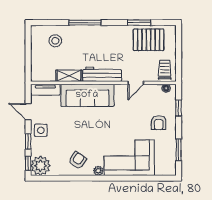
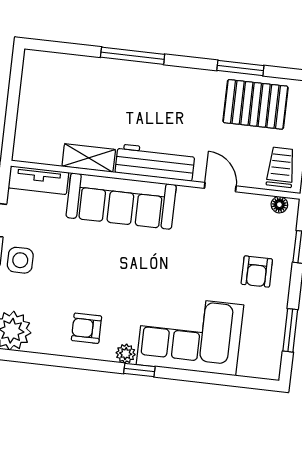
stool: (55, 41) -> (70, 85), removed
door: (136, 83) -> (220, 187), swing flipped
armchair: (77, 160) -> (86, 328), turned -124
window: (106, 178) -> (139, 370), added

